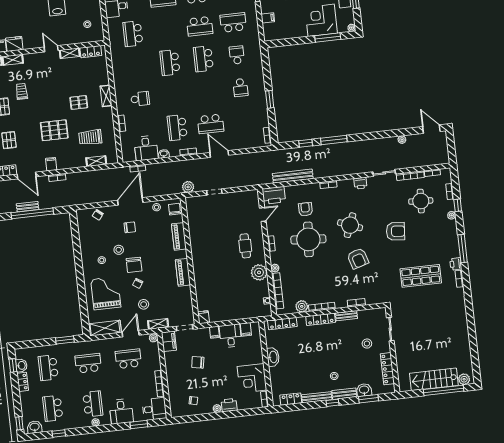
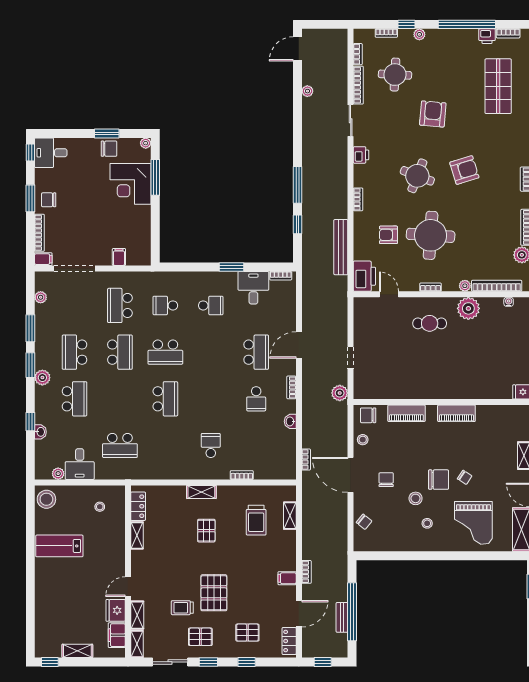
door: (51, 49) -> (128, 587), moved
school desk: (170, 63) -> (165, 399), turned -90
school desk: (177, 128) -> (256, 399), width x0.54
pallet: (54, 130) -> (214, 593), moved
desk: (146, 148) -> (253, 288), moved, turned -90
window: (463, 249) -> (467, 24), width x1.46
grand piano: (106, 293) -> (473, 523), turned -90
stool: (144, 304) -> (495, 472), removed

